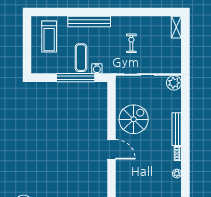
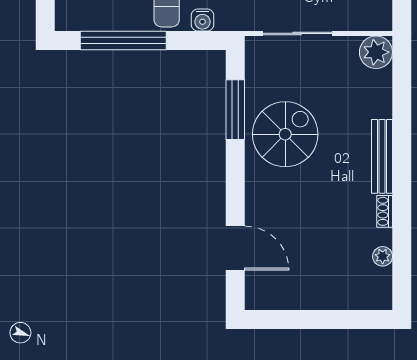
window: (76, 78) -> (123, 41), moved
window: (111, 108) -> (235, 110), added
door: (111, 149) -> (235, 248), moved

